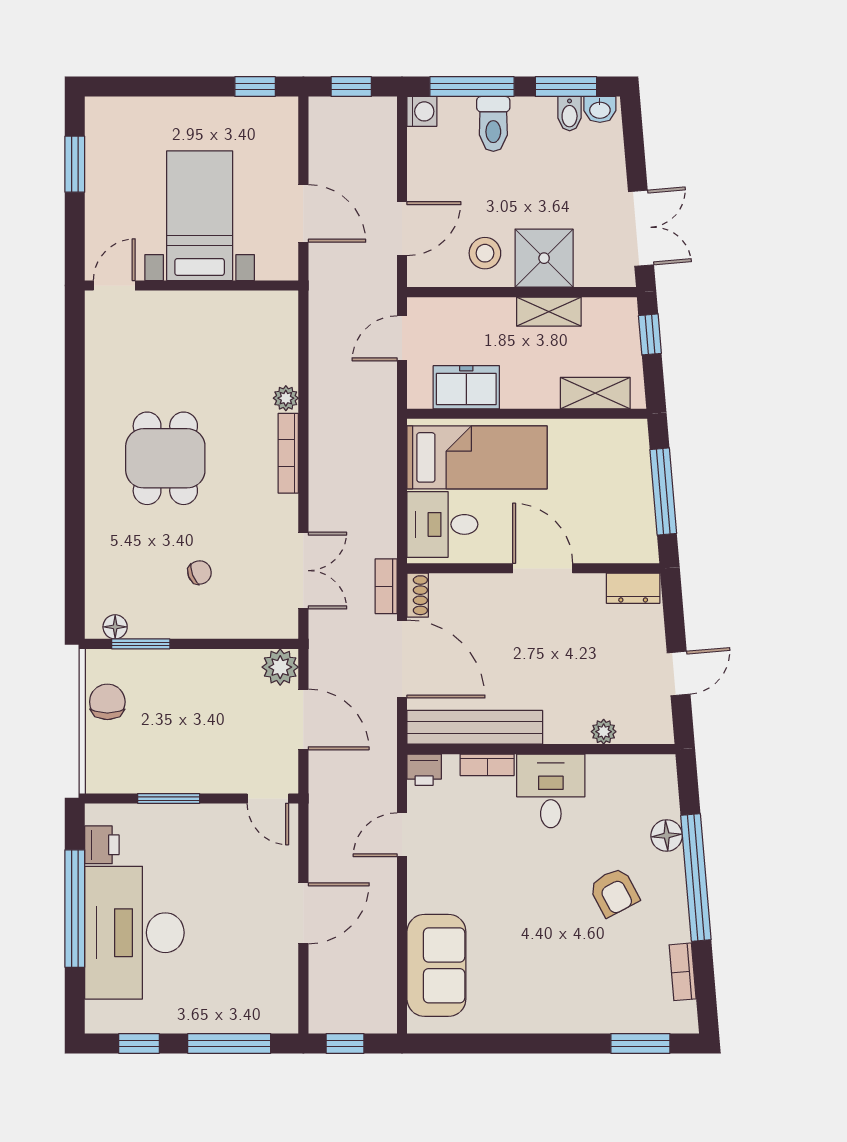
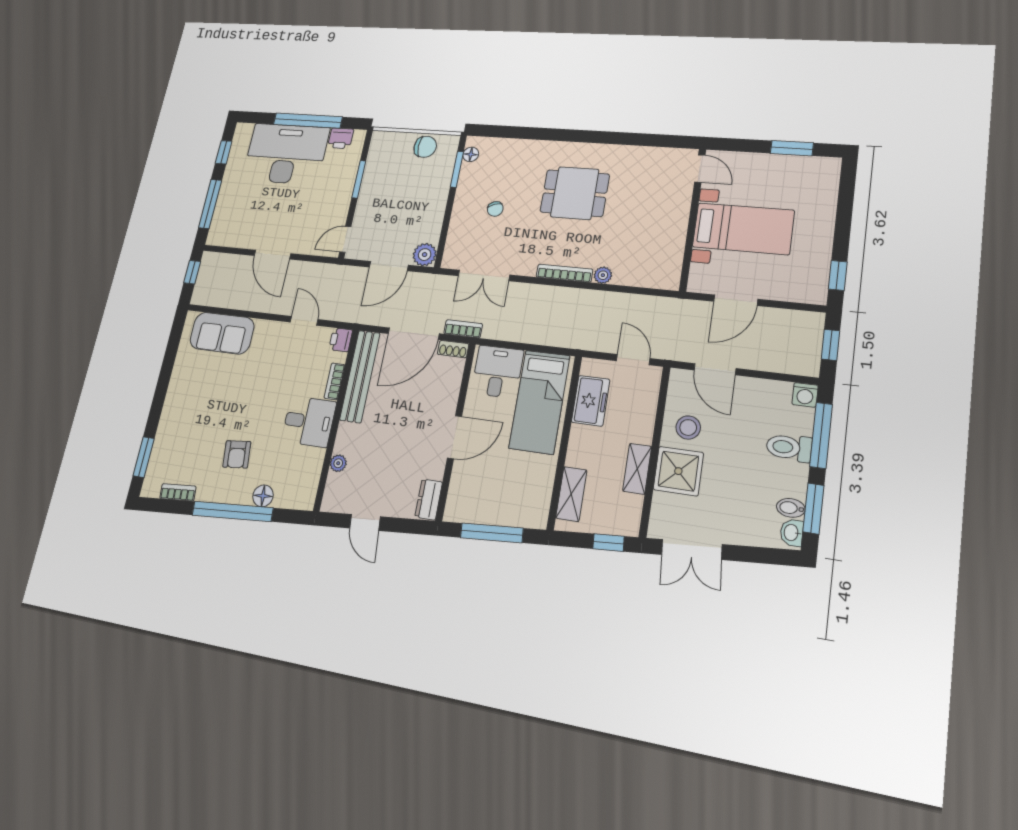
armchair: (614, 892) -> (237, 454), turned -68

